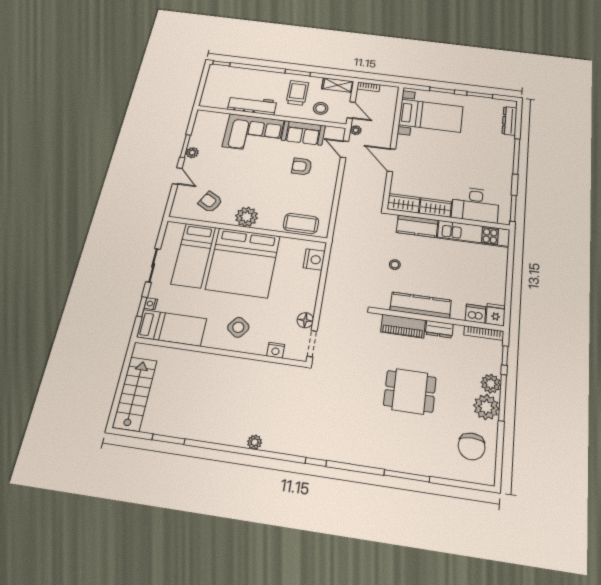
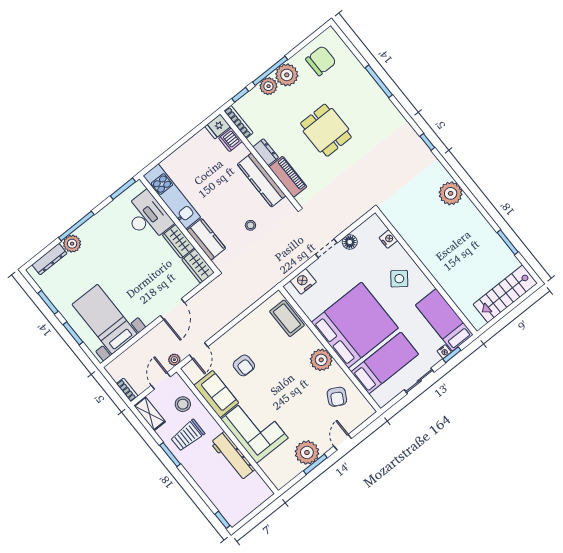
plant: (506, 143) -> (72, 244), added
plant: (192, 153) -> (307, 452), width x1.88, depth x1.88
doorway: (312, 344) -> (326, 248), moved
plant: (255, 442) -> (451, 193), width x1.87, depth x1.87

